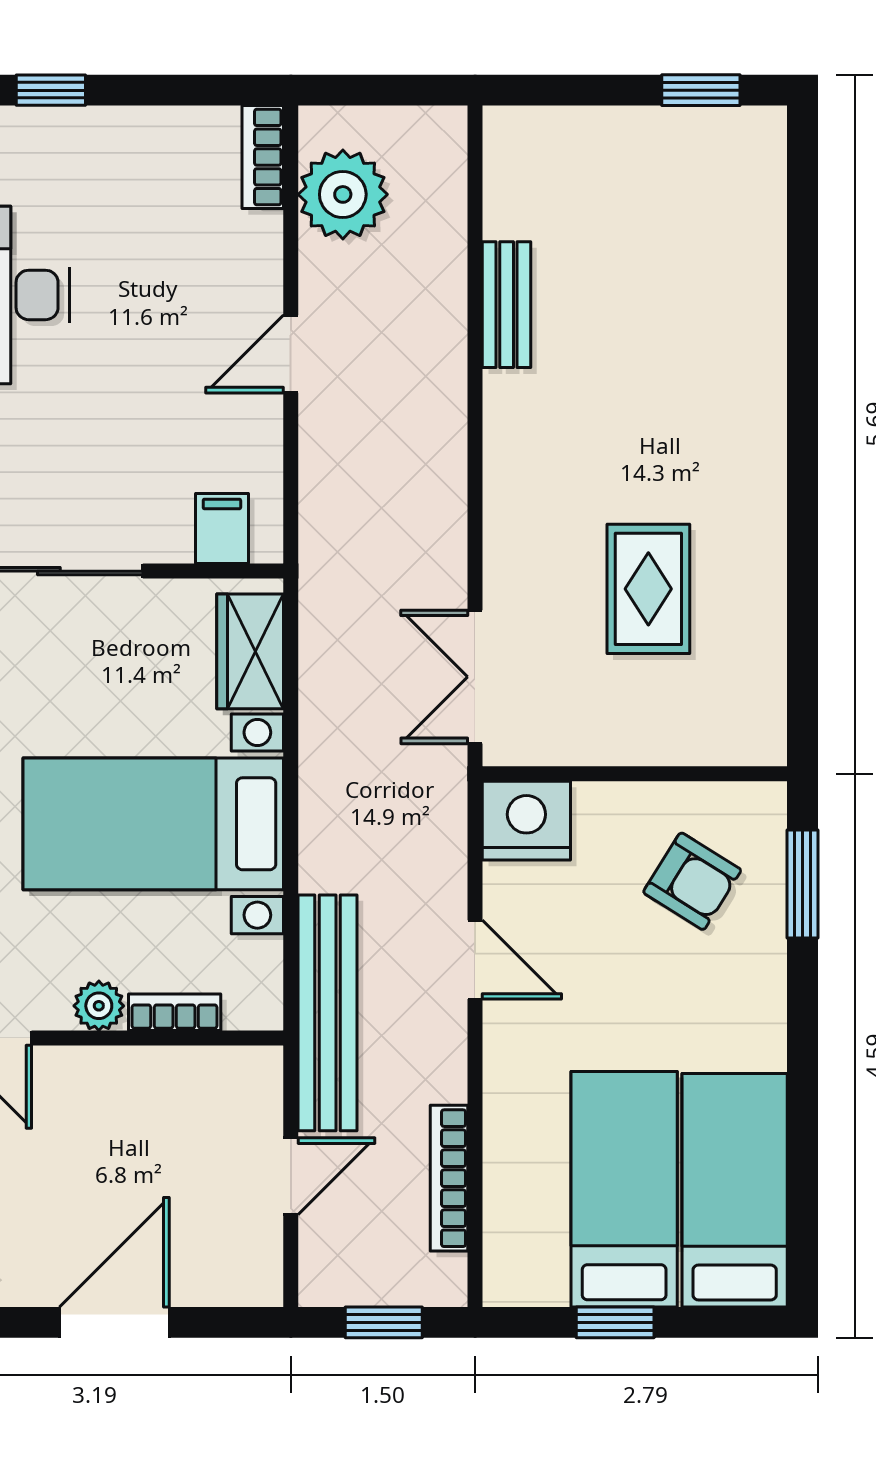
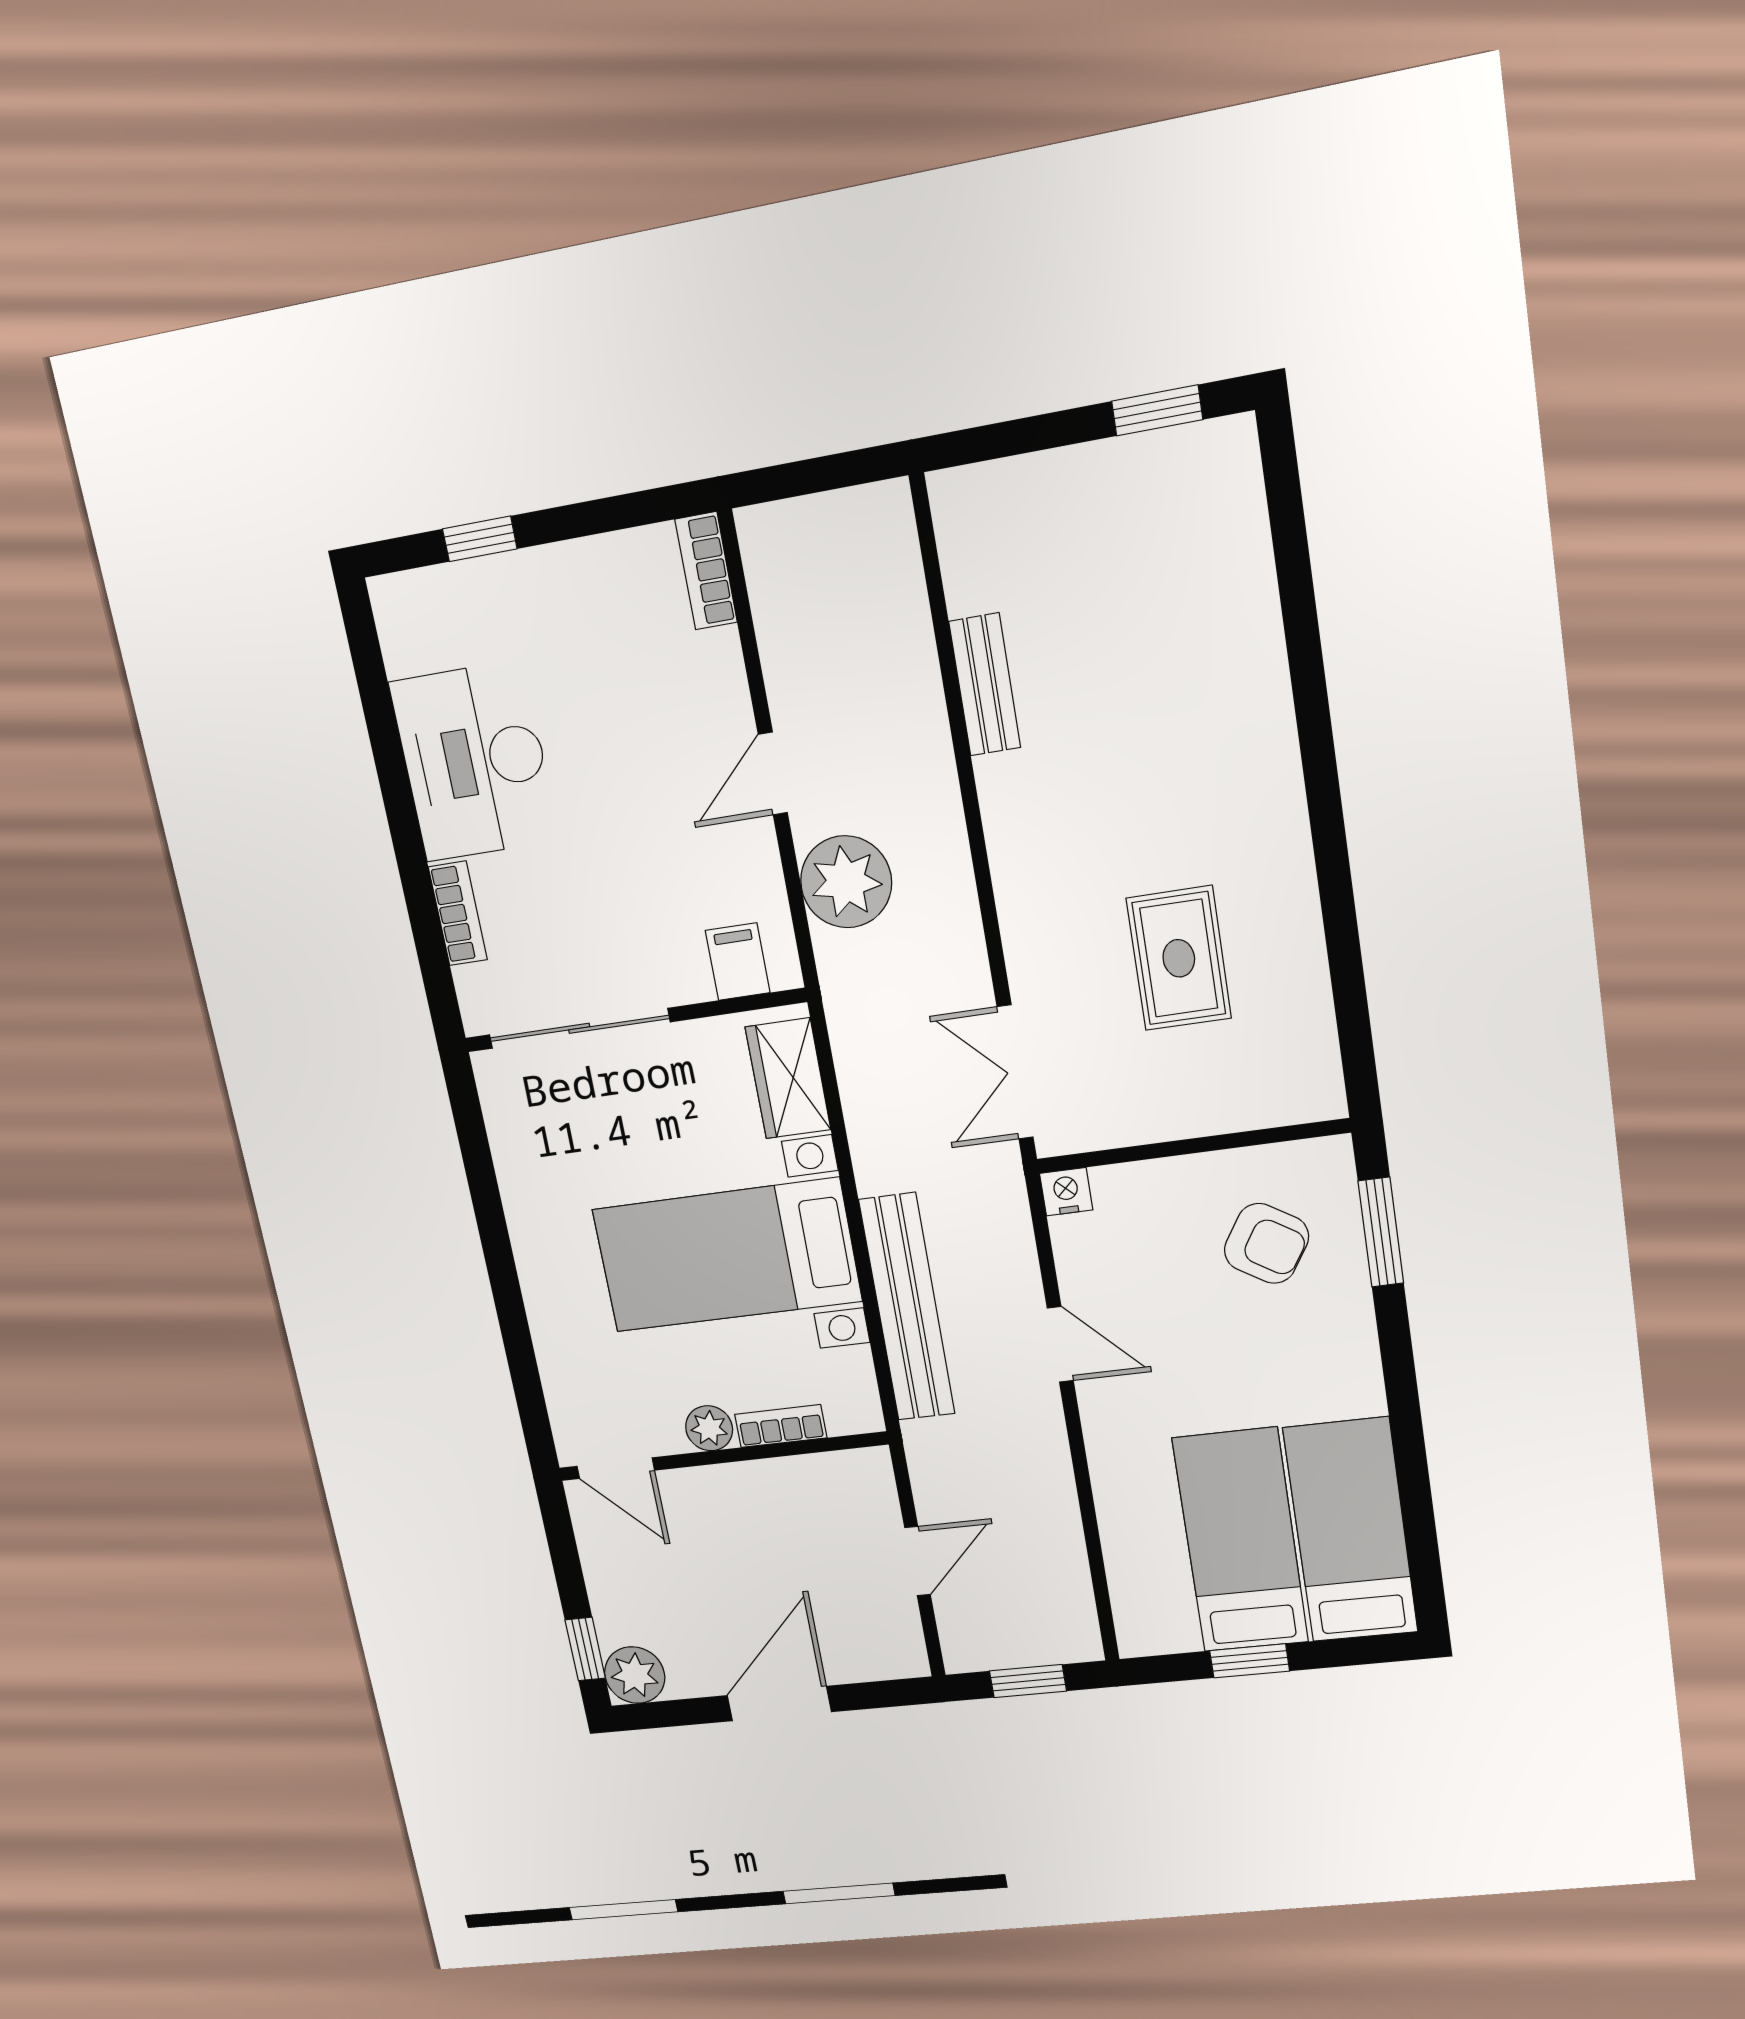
plant: (343, 194) -> (846, 882), moved
nightstand: (526, 821) -> (1066, 1192), width x0.53, depth x0.56
bench: (328, 1013) -> (907, 1307), moved
bookcase: (449, 1178) -> (1068, 1548), removed

